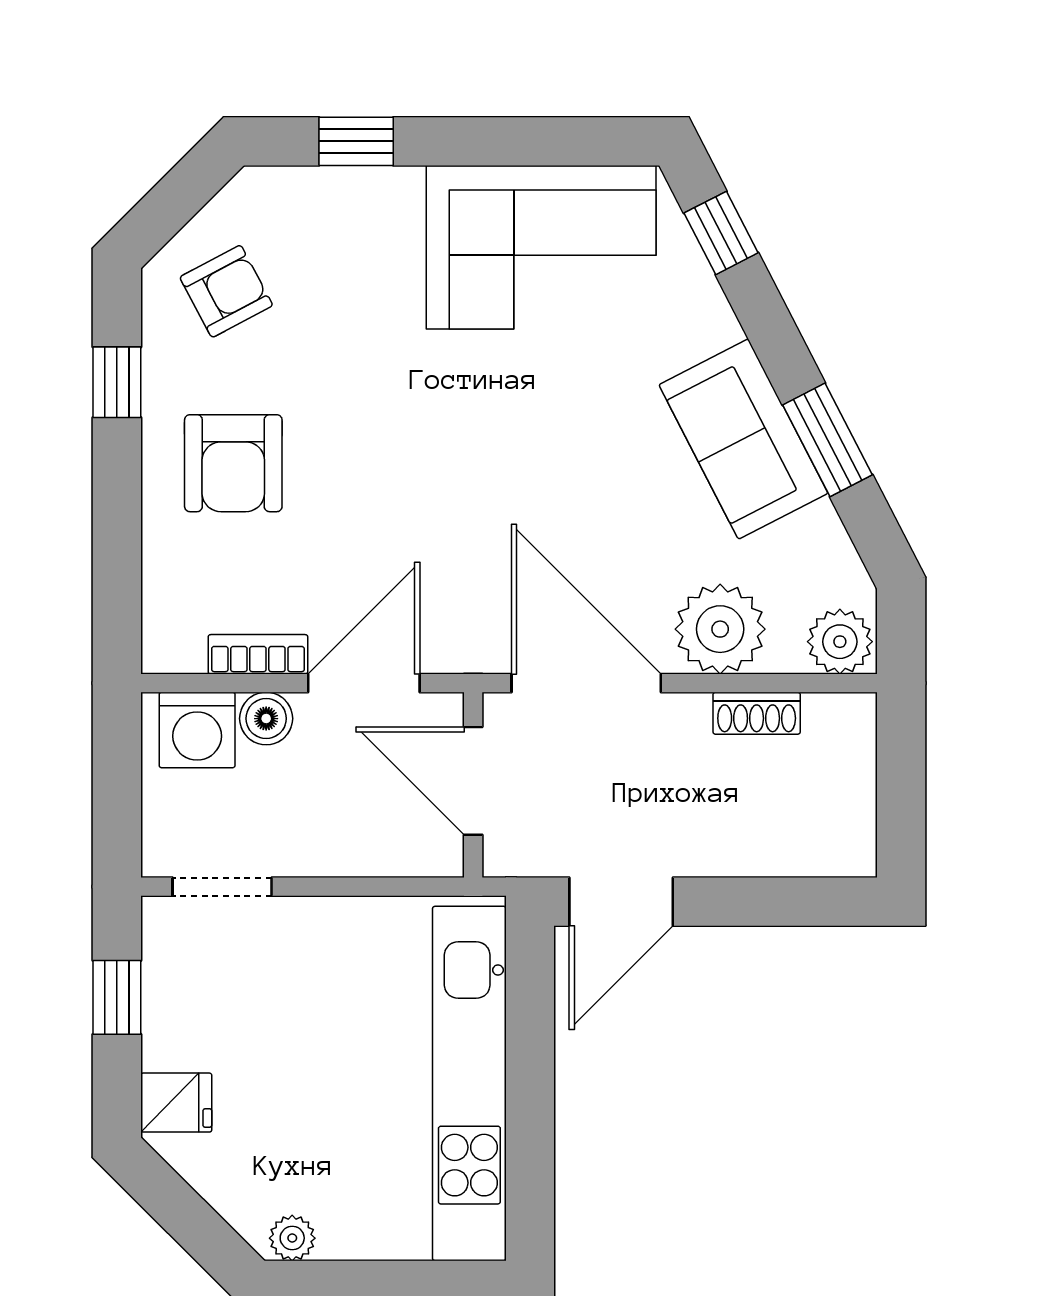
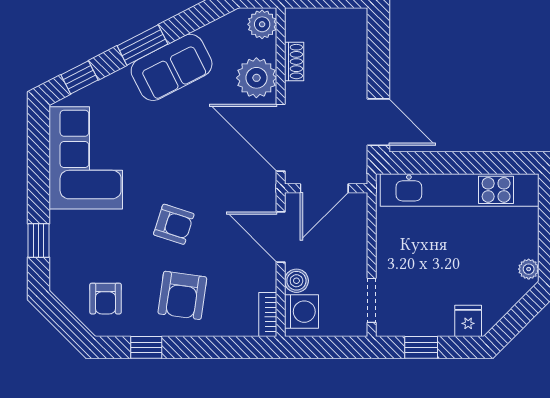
armchair: (226, 291) -> (106, 299), turned -152
window: (827, 440) -> (143, 45), moved
armchair: (393, 444) -> (174, 224), added
armchair: (233, 463) -> (182, 295), turned 98
bookcase: (258, 654) -> (268, 315), moved
door: (586, 683) -> (281, 138), hinge flipped

